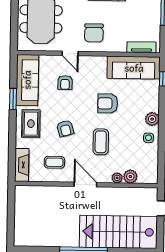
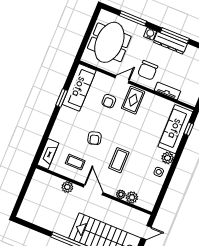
tv unit: (141, 47) -> (167, 91), moved
door: (70, 53) -> (122, 79), swing flipped
sofa: (134, 68) -> (175, 129), moved, turned 90
armchair: (108, 103) -> (137, 131), removed
rug: (31, 124) -> (133, 100), moved
plant: (56, 192) -> (67, 187), added

